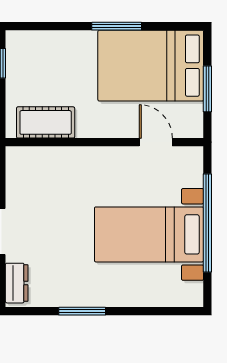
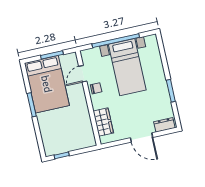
cot: (46, 122) -> (85, 128), removed
wardrobe: (50, 162) -> (103, 122), added
chair: (121, 162) -> (96, 88), added

